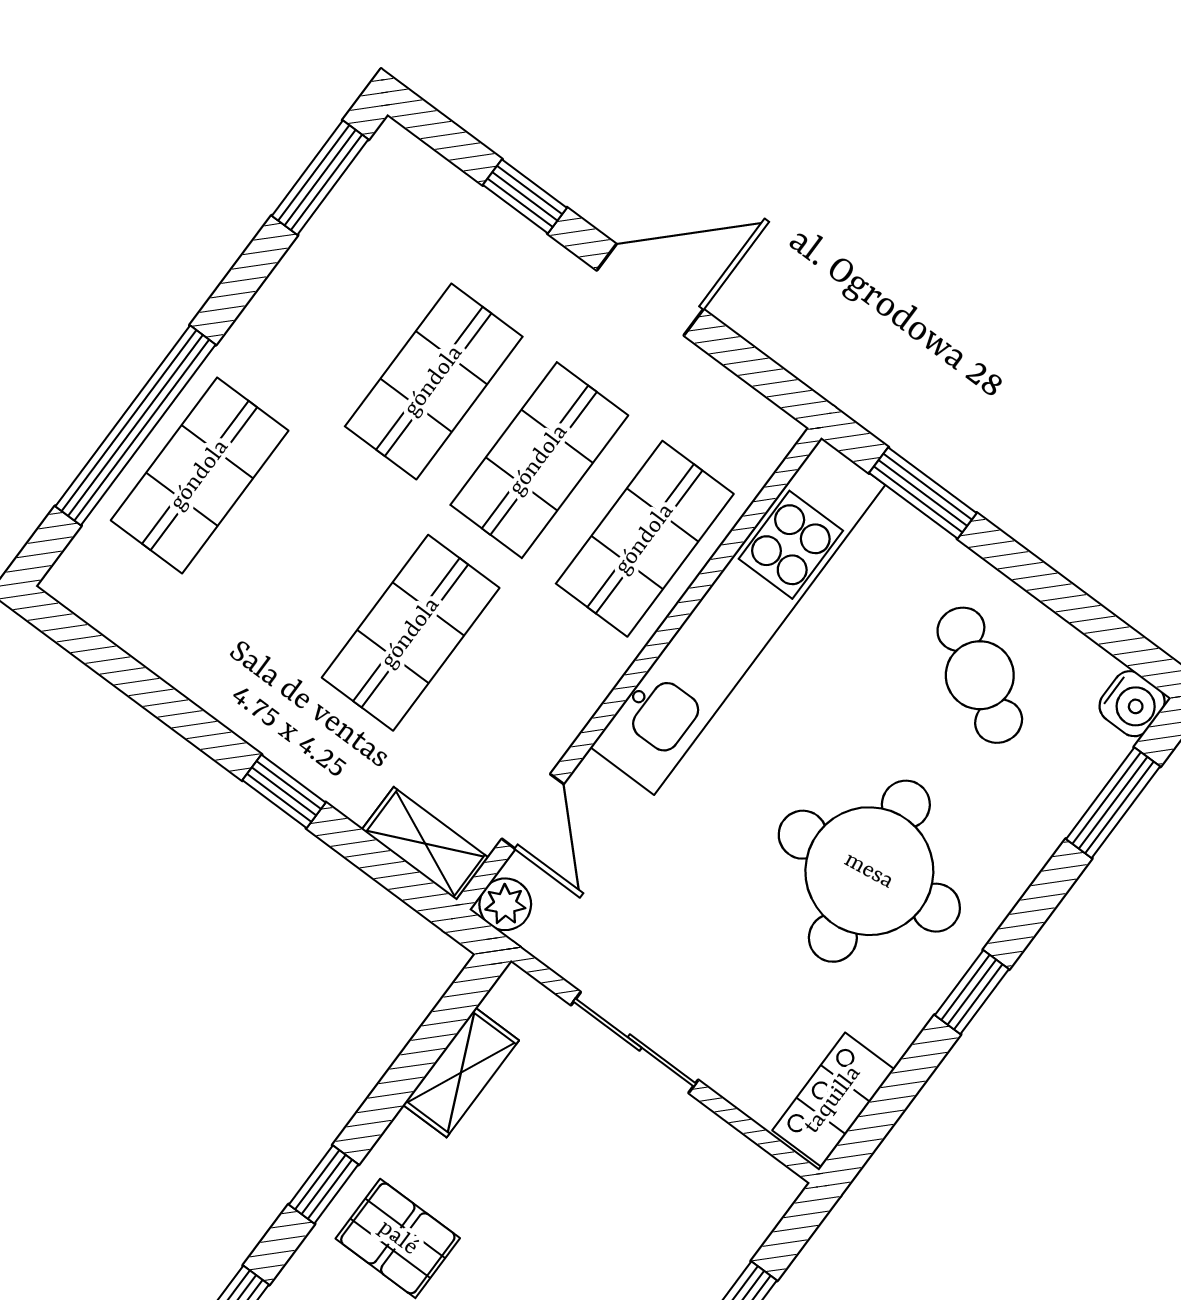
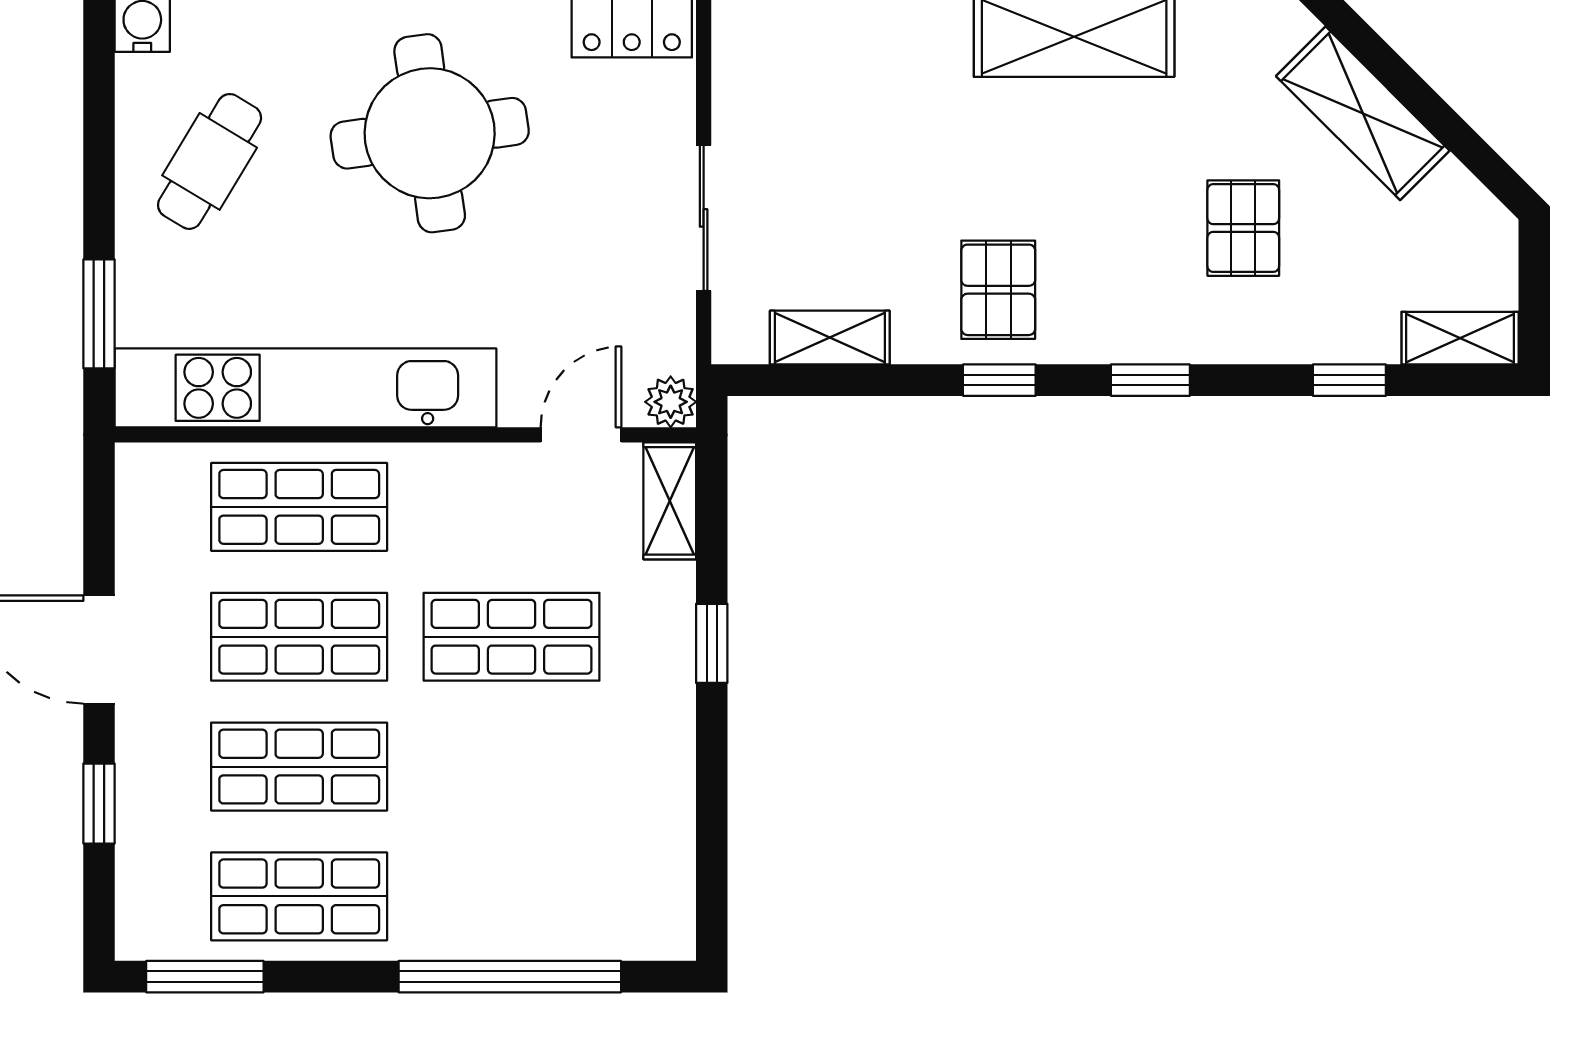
shop shelf: (200, 475) -> (299, 896), moved

